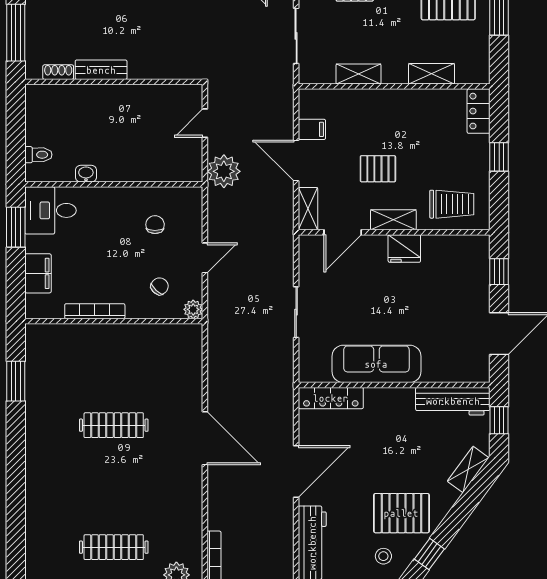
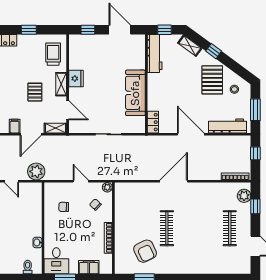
armchair: (69, 383) -> (145, 251), added
locker: (331, 398) -> (153, 122), width x0.66
window: (429, 554) -> (214, 51), moved

